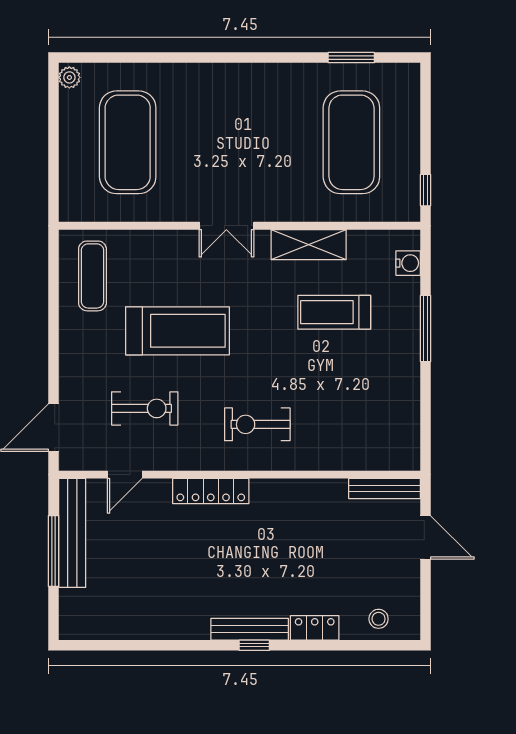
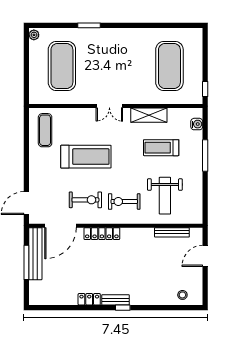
window: (351, 58) -> (89, 25), moved
exercise bike: (145, 408) -> (85, 200), moved
weight bench: (342, 412) -> (165, 196), added
door: (125, 475) -> (61, 226), width x1.87
bench: (385, 489) -> (172, 232), moved
door: (426, 537) -> (205, 256), swing flipped
locker: (315, 628) -> (89, 299), moved
bench: (250, 629) -> (116, 300), width x0.73

